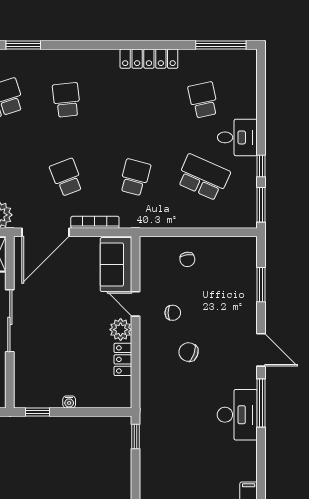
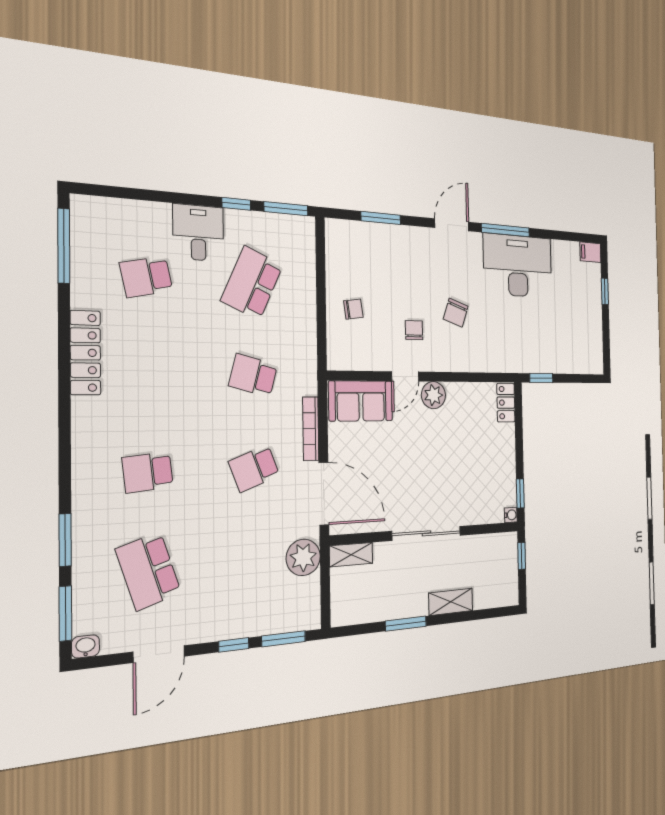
locker: (123, 359) -> (506, 403), moved, turned 90
water cooler: (69, 402) -> (511, 515), moved
desk: (237, 415) -> (518, 266), width x1.36, depth x1.30

